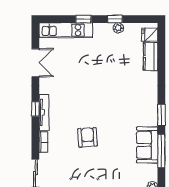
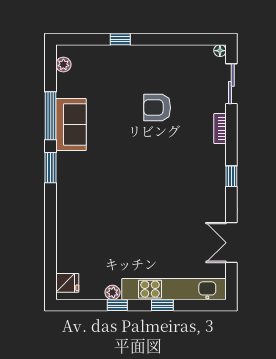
kitchen unit: (66, 30) -> (174, 289), width x1.36
kitchen counter: (151, 56) -> (66, 251), removed
tv unit: (44, 112) -> (219, 171), removed
armchair: (88, 137) -> (157, 108), moved, turned 94

